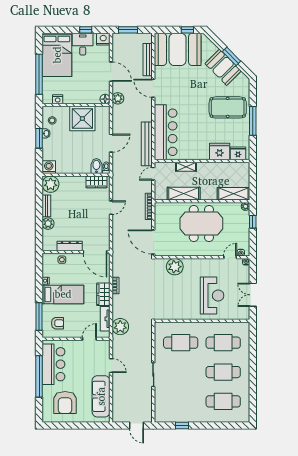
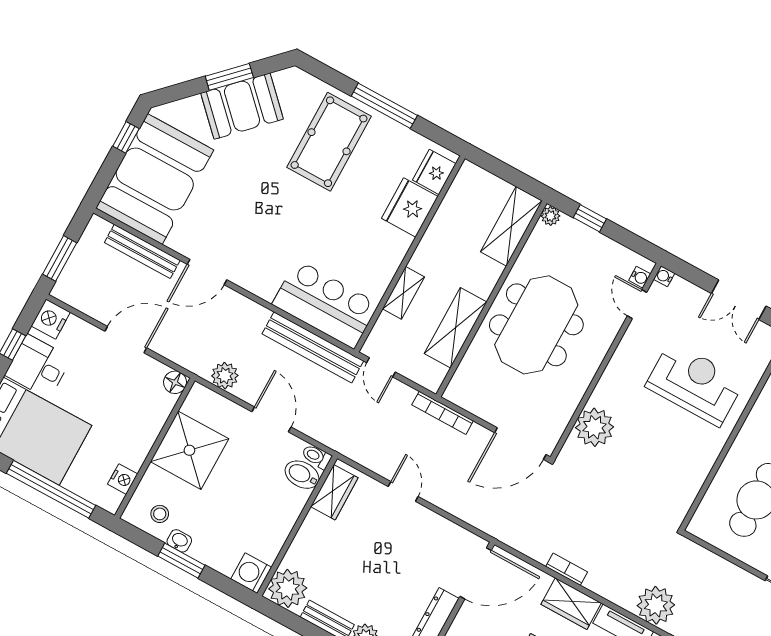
plant: (118, 98) -> (225, 376), moved
bar counter: (166, 132) -> (325, 304), width x0.73

